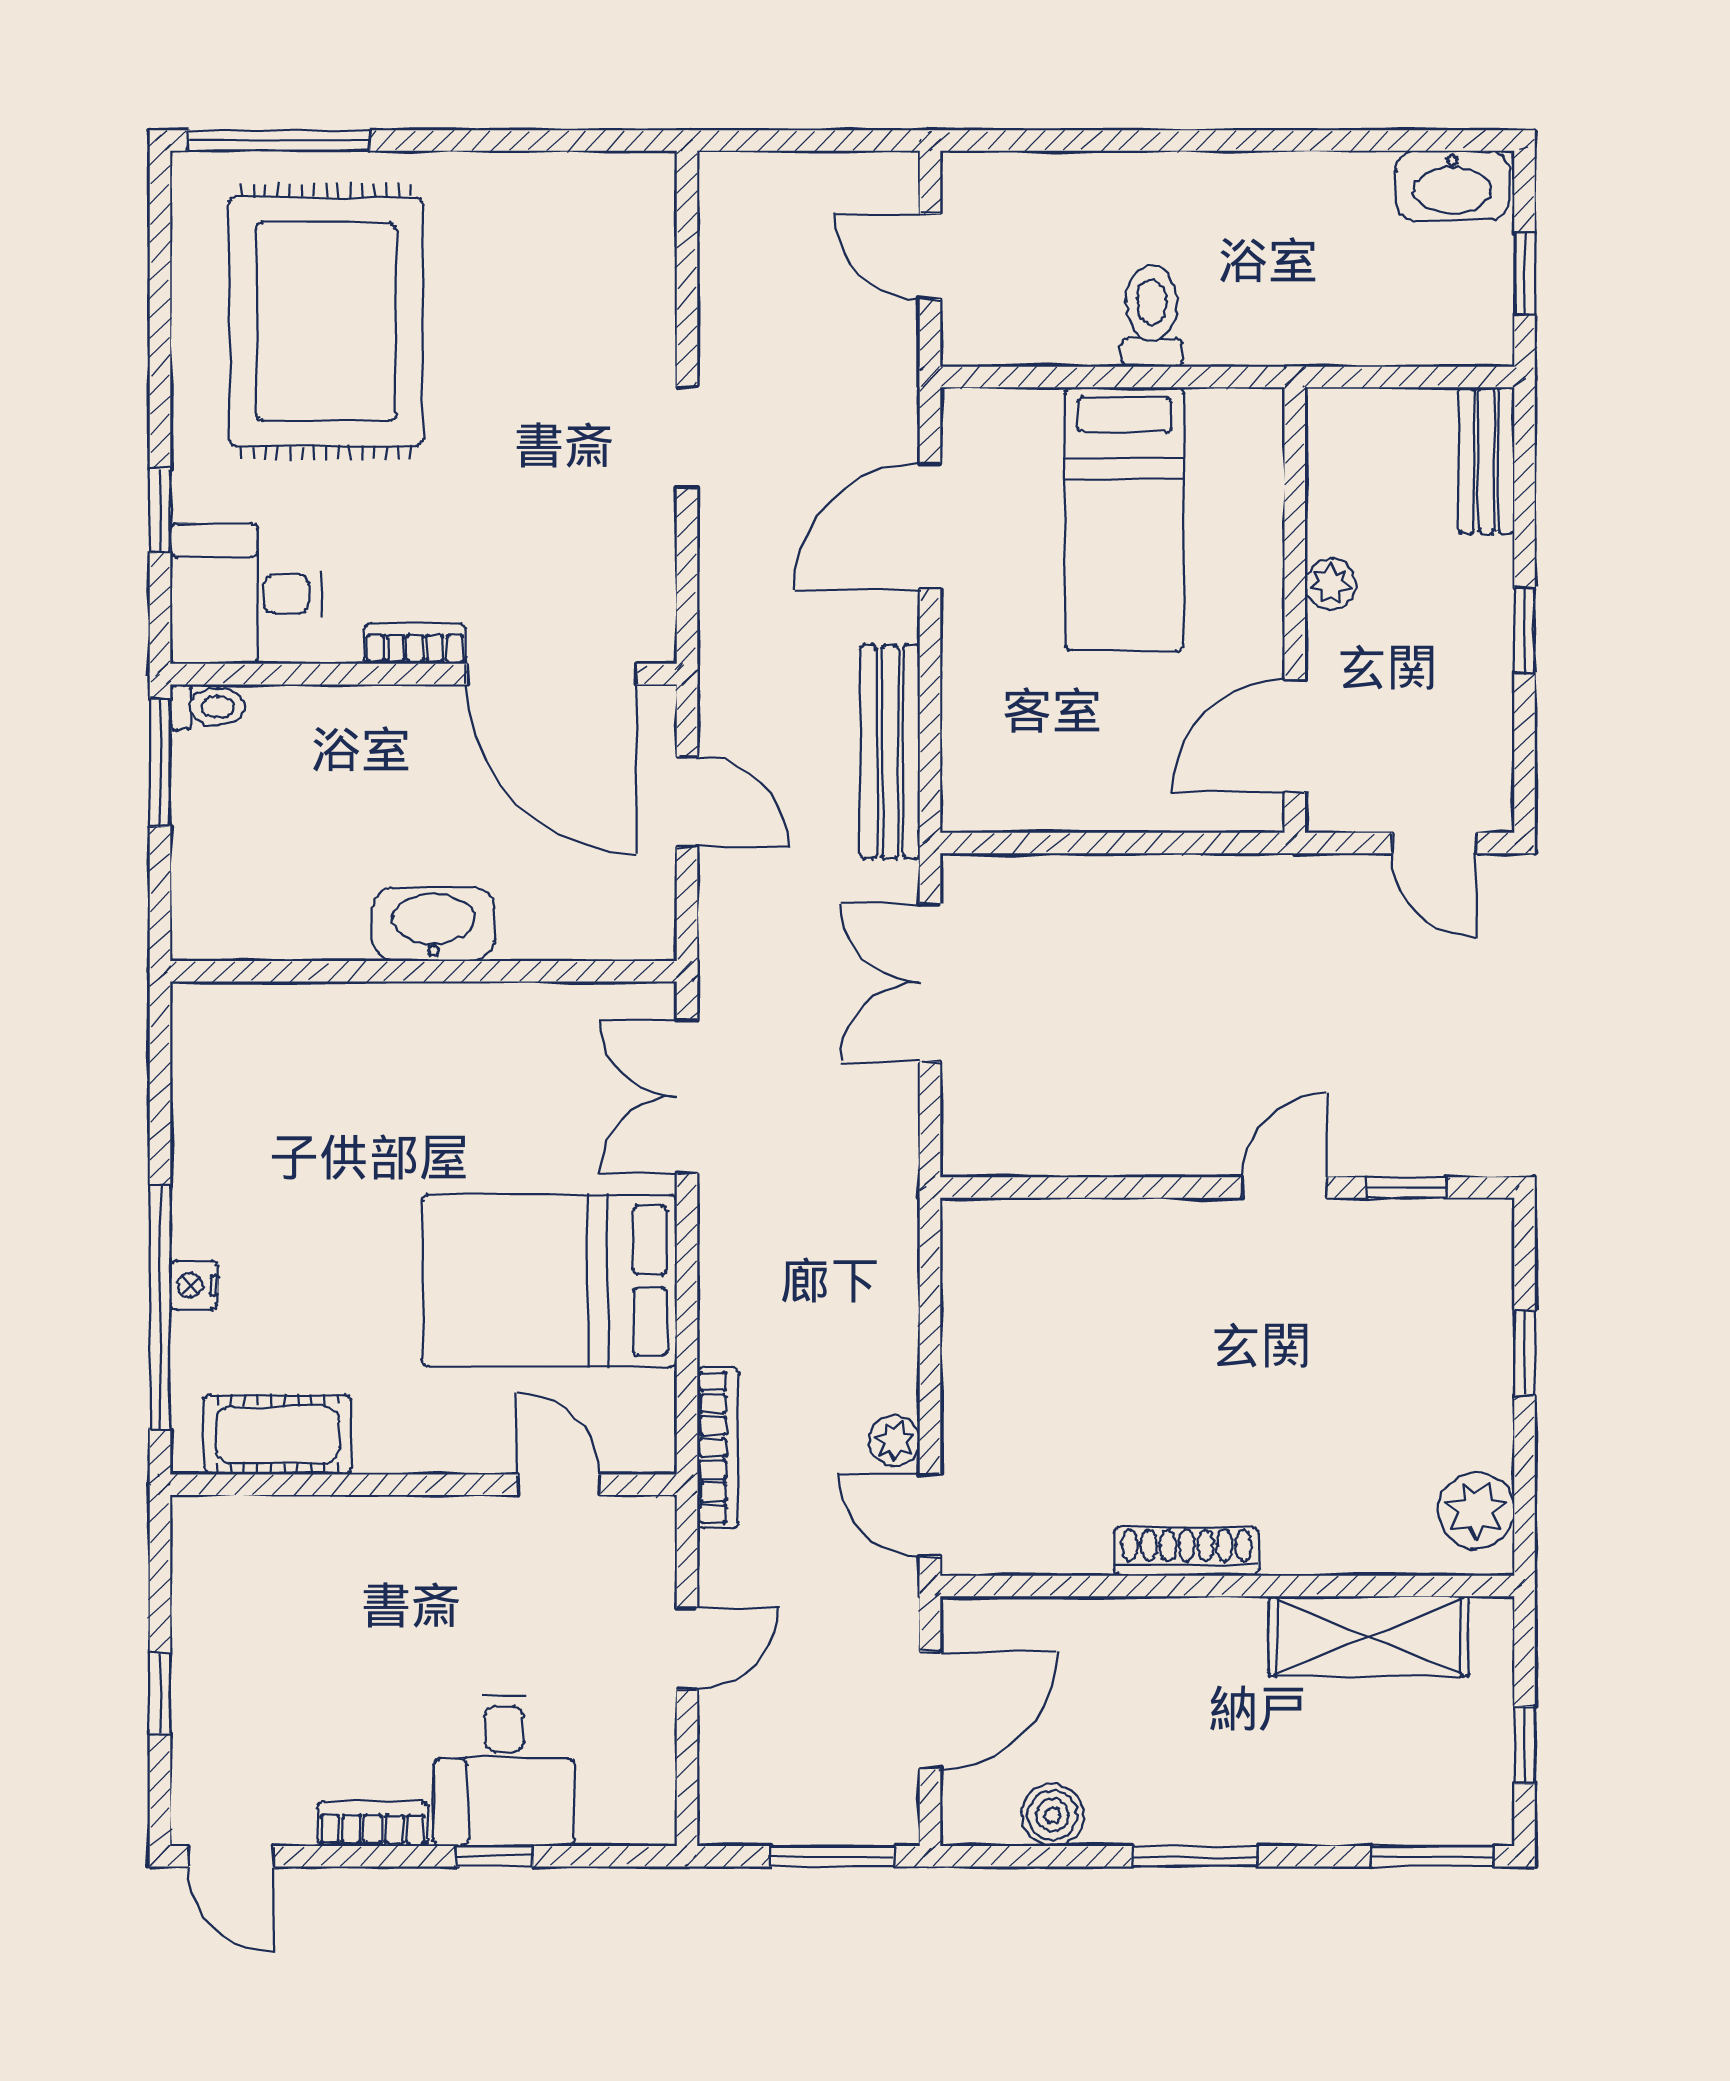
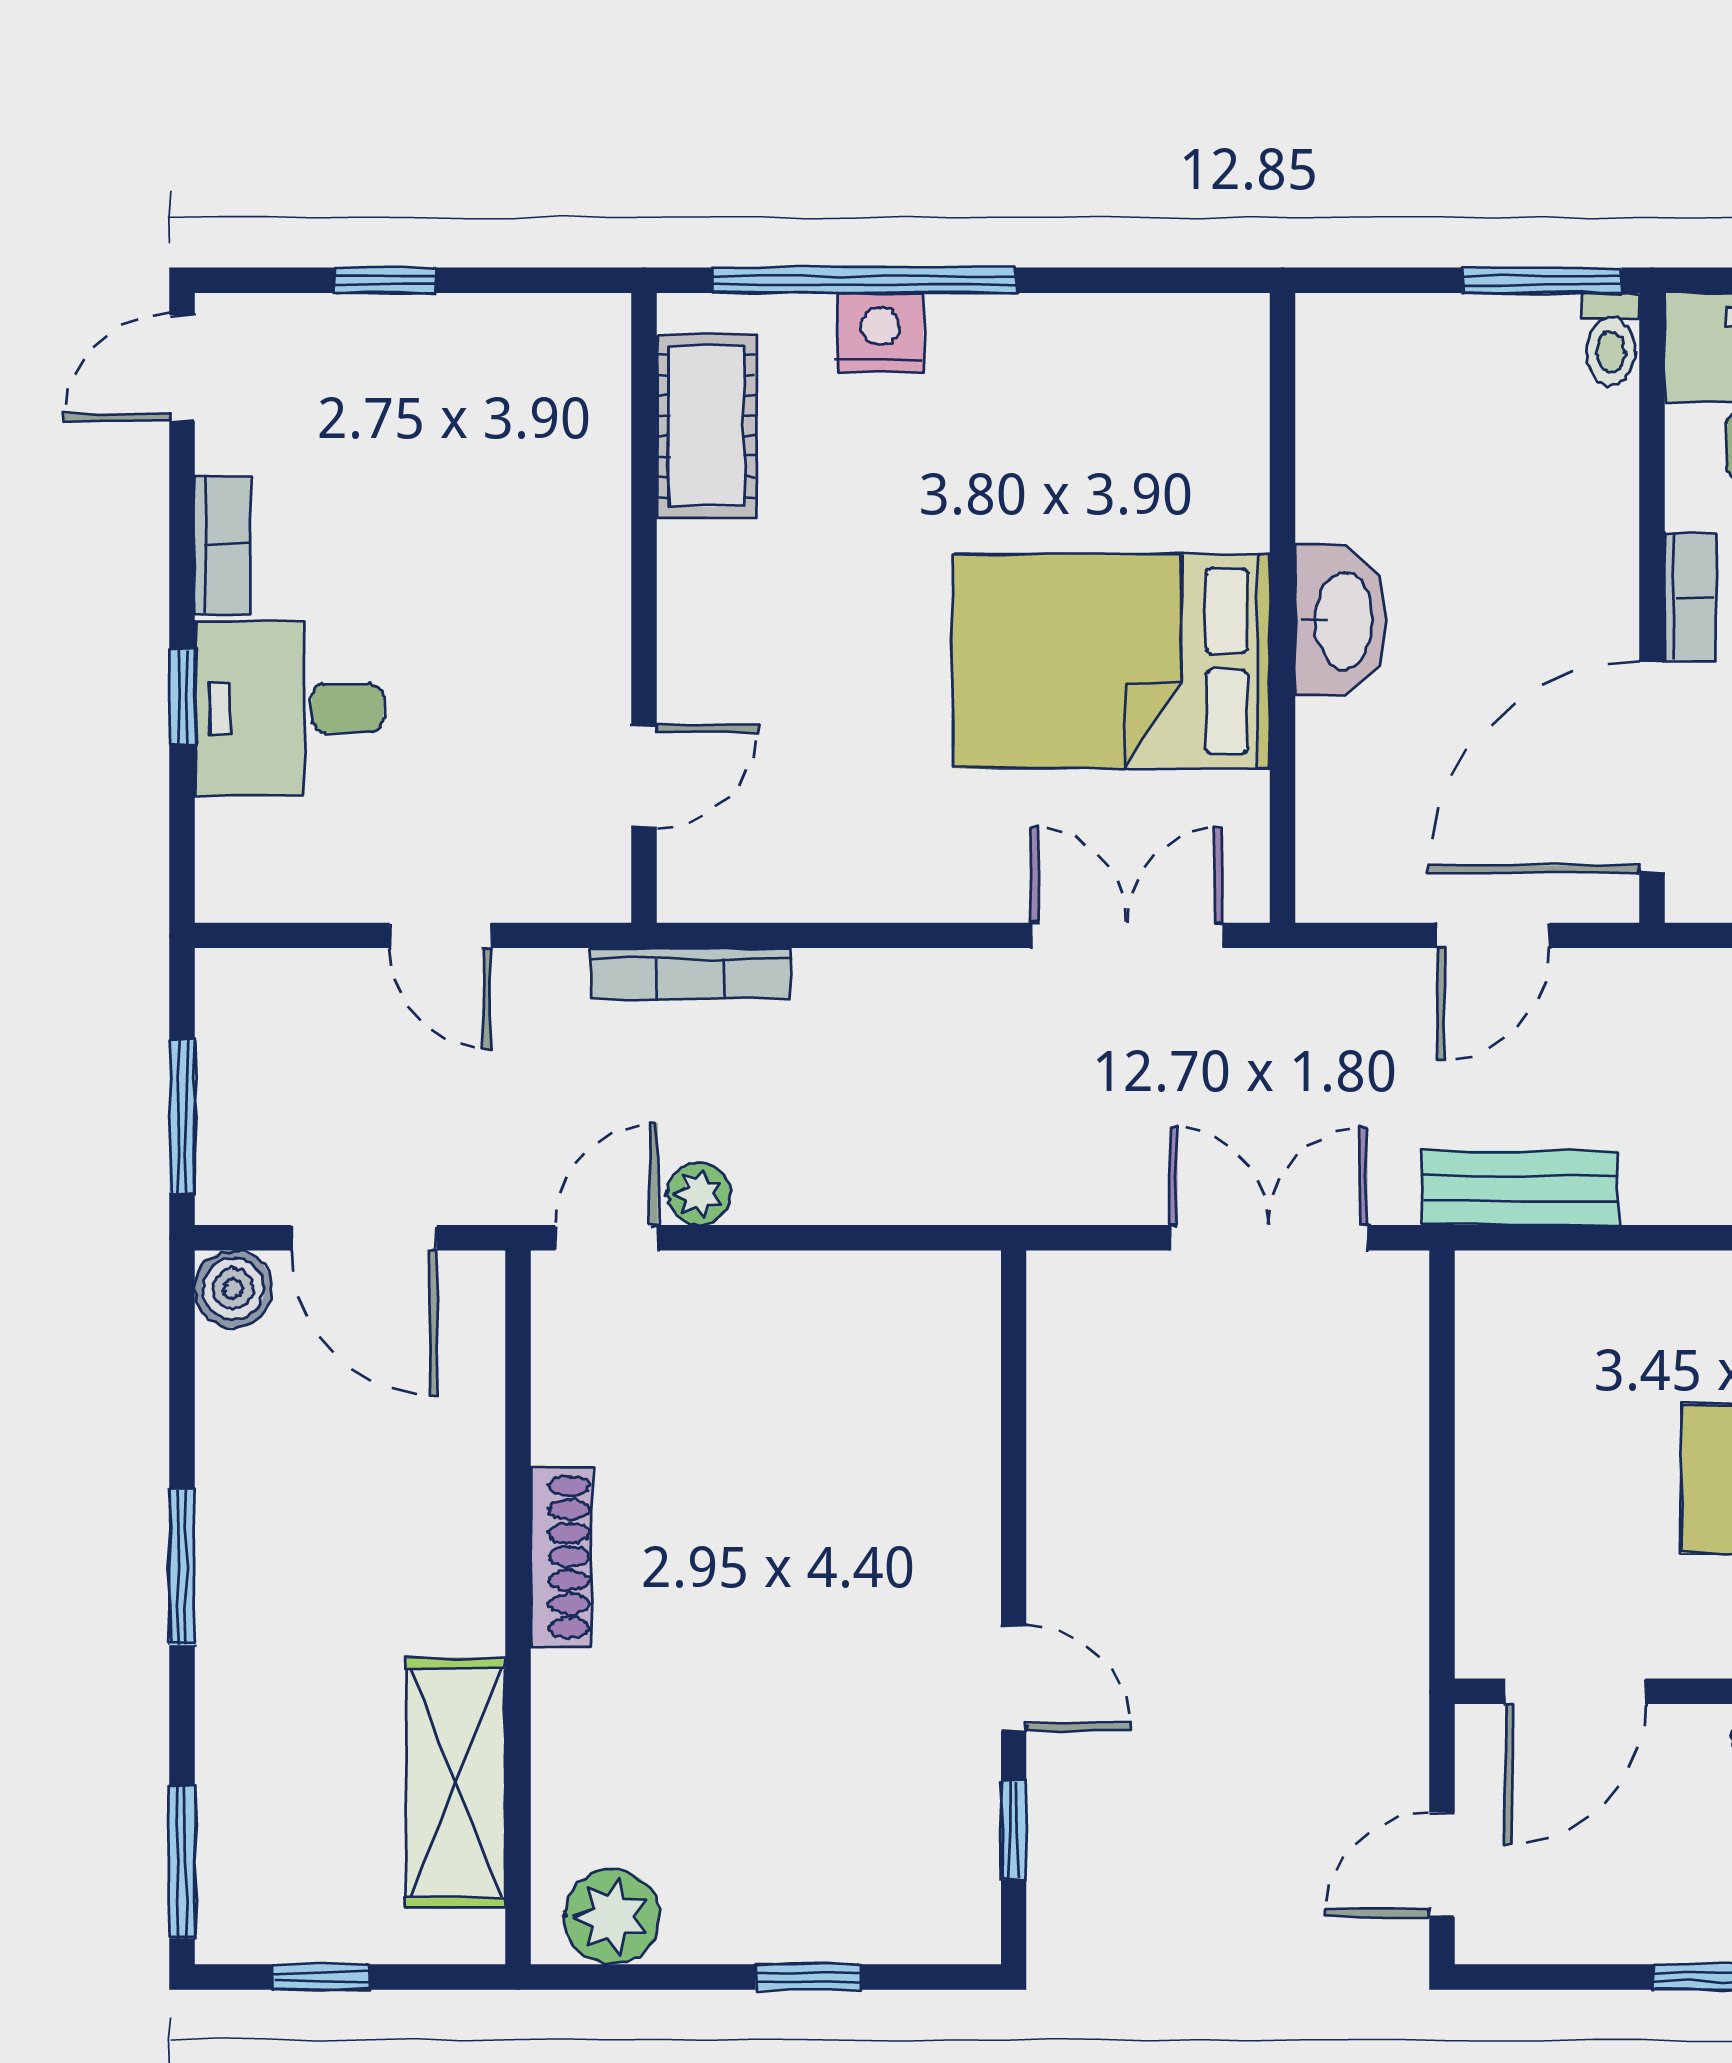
door: (1295, 736) -> (1575, 1691), swing flipped
bench: (890, 752) -> (1520, 1188), width x0.73
bed: (549, 1281) -> (1111, 661), moved, turned -90
nightstand: (194, 1285) -> (880, 332), width x1.39, depth x1.35
boiler: (1052, 1815) -> (233, 1289), moved

